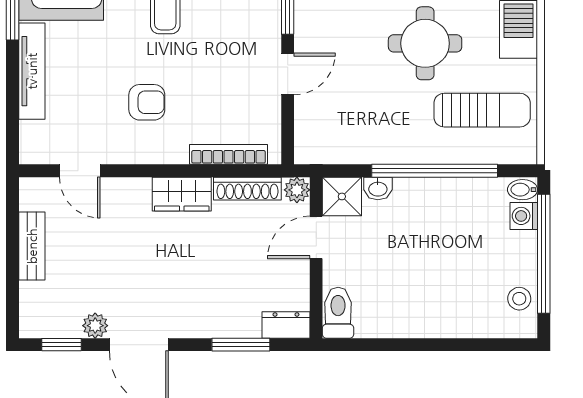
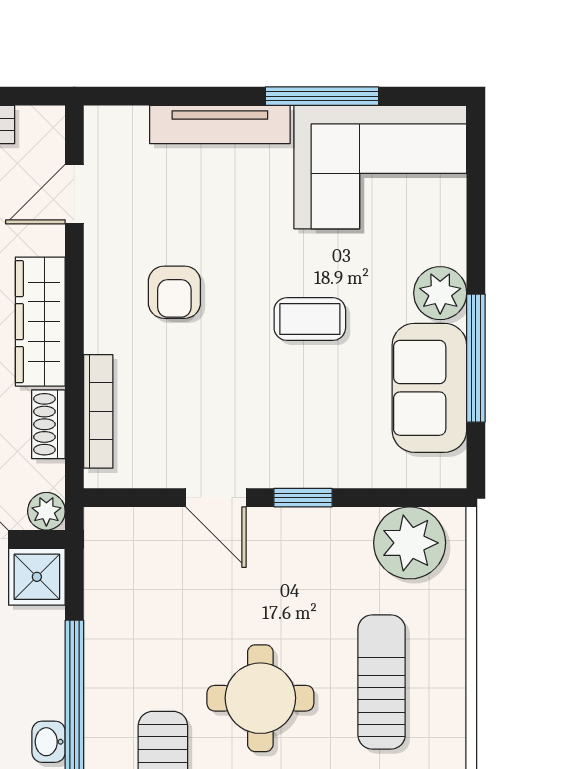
washbasin: (378, 188) -> (49, 742), moved
shoe rack: (247, 189) -> (48, 424), width x0.70
wardrobe: (182, 194) -> (40, 322), width x1.50

